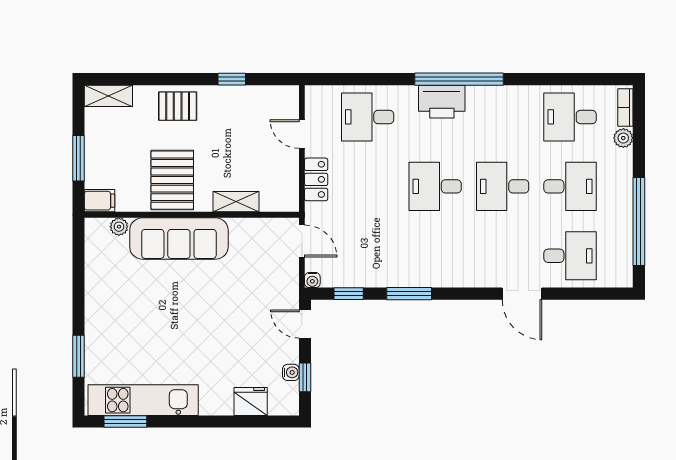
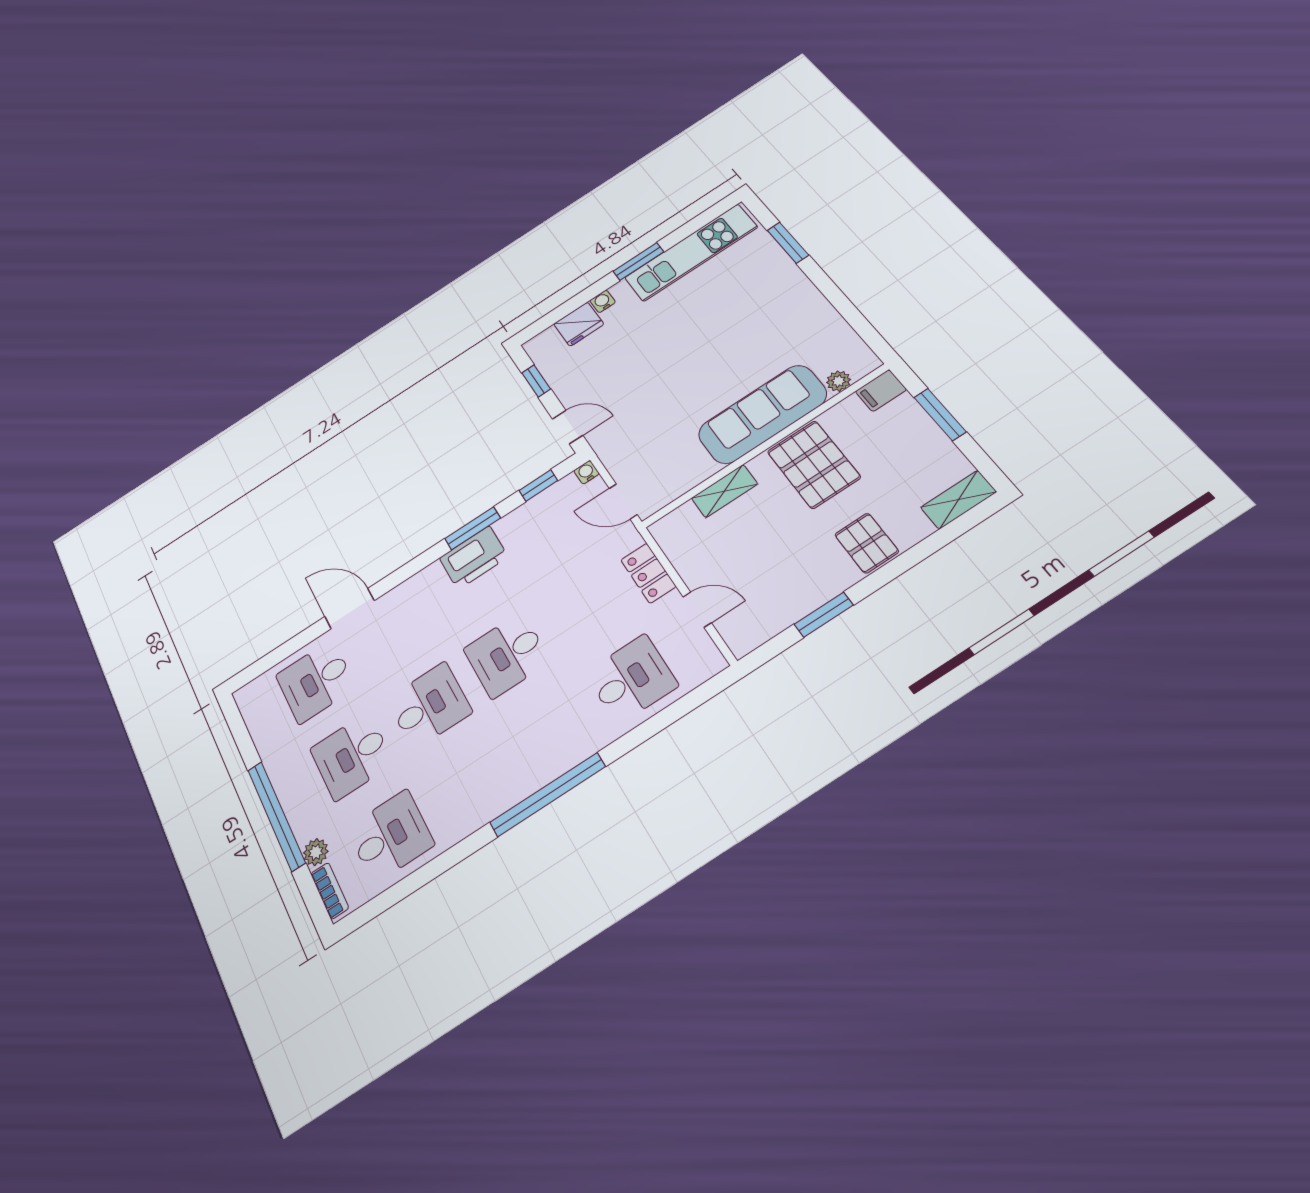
window: (232, 79) -> (824, 615), width x1.50
printer: (442, 102) -> (474, 558), moved, turned 180
pallet: (178, 106) -> (867, 543), turned 90
desk: (435, 186) -> (507, 655), turned 180
window: (639, 221) -> (276, 816), moved
water cooler: (291, 372) -> (603, 301), moved, turned 90
window: (125, 422) -> (638, 261), moved

